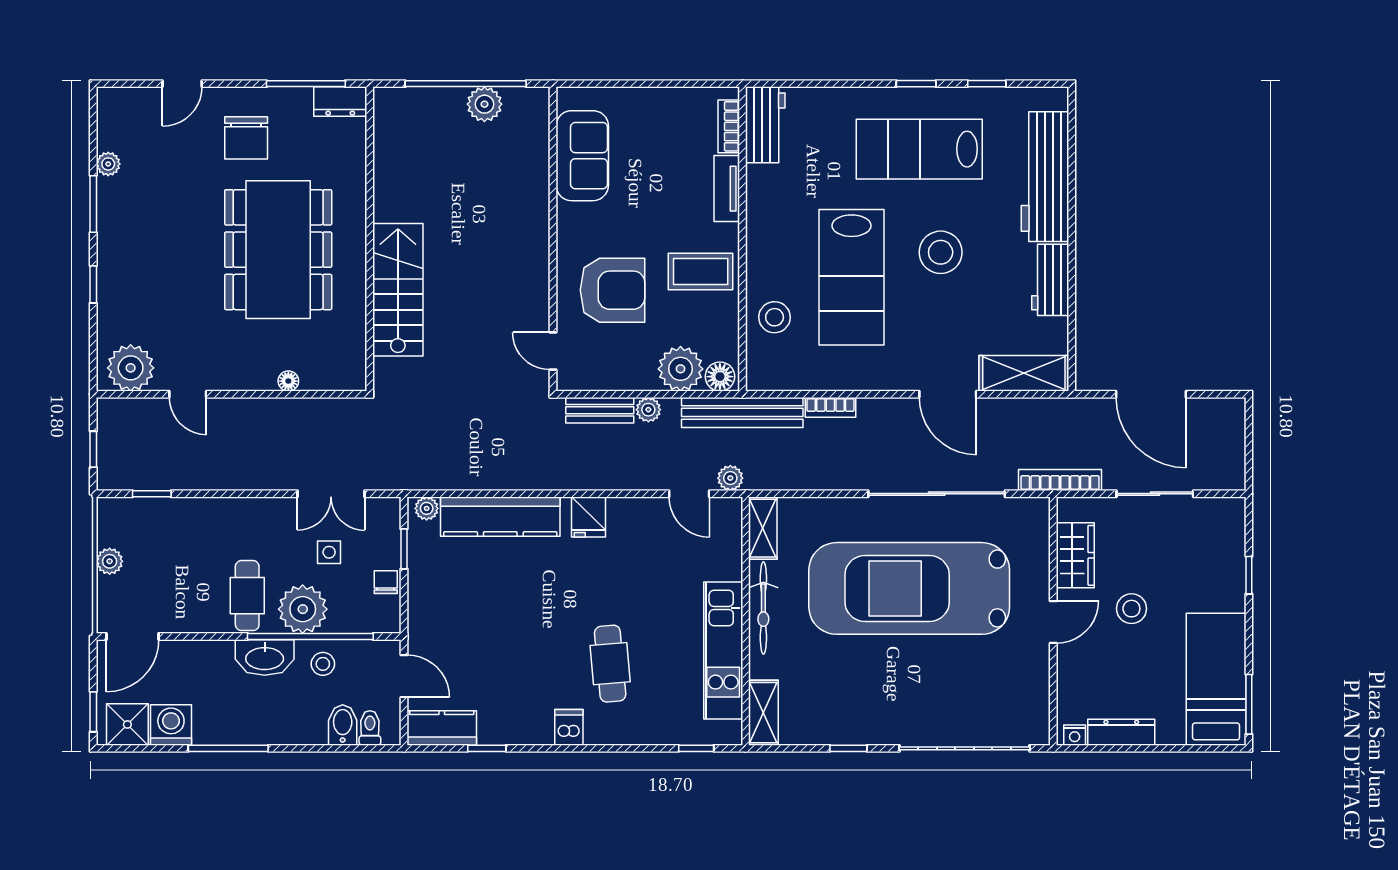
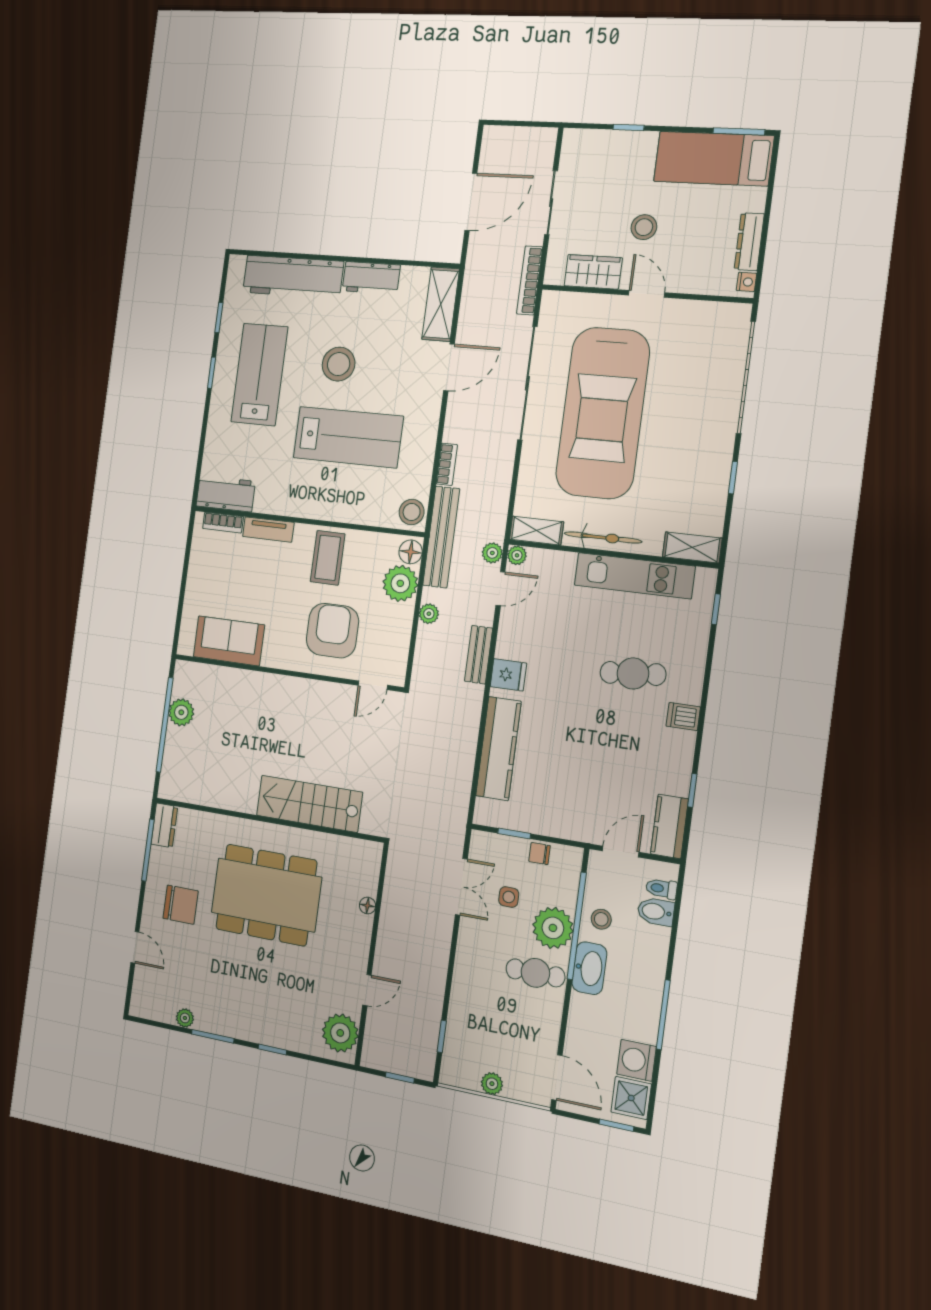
lab bench: (919, 149) -> (259, 374), turned 180
stool: (775, 317) -> (412, 512), moved
bench: (600, 410) -> (479, 655), moved
plant: (427, 508) -> (517, 555), moved

